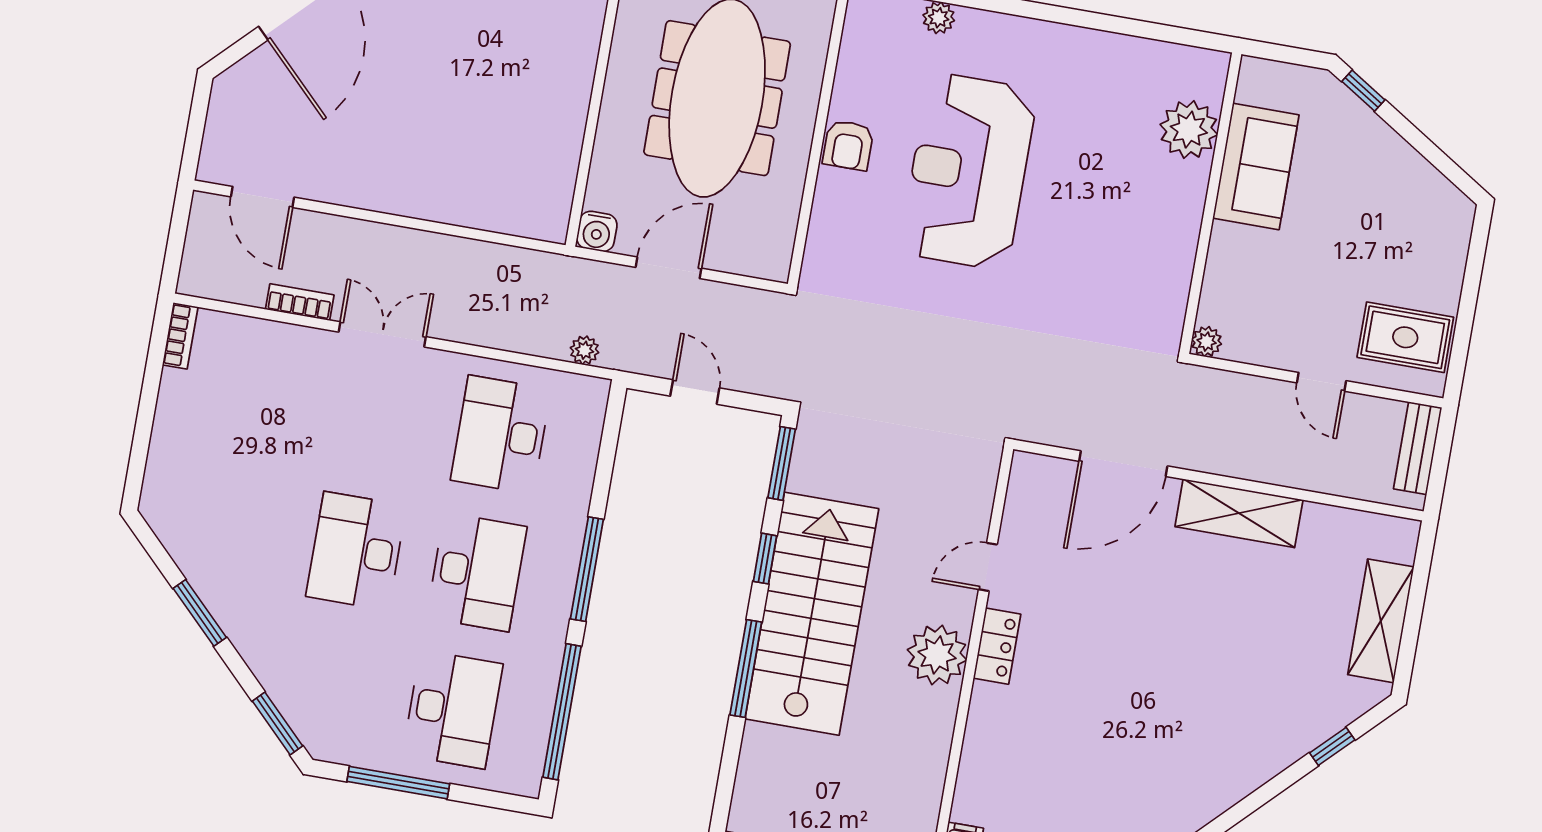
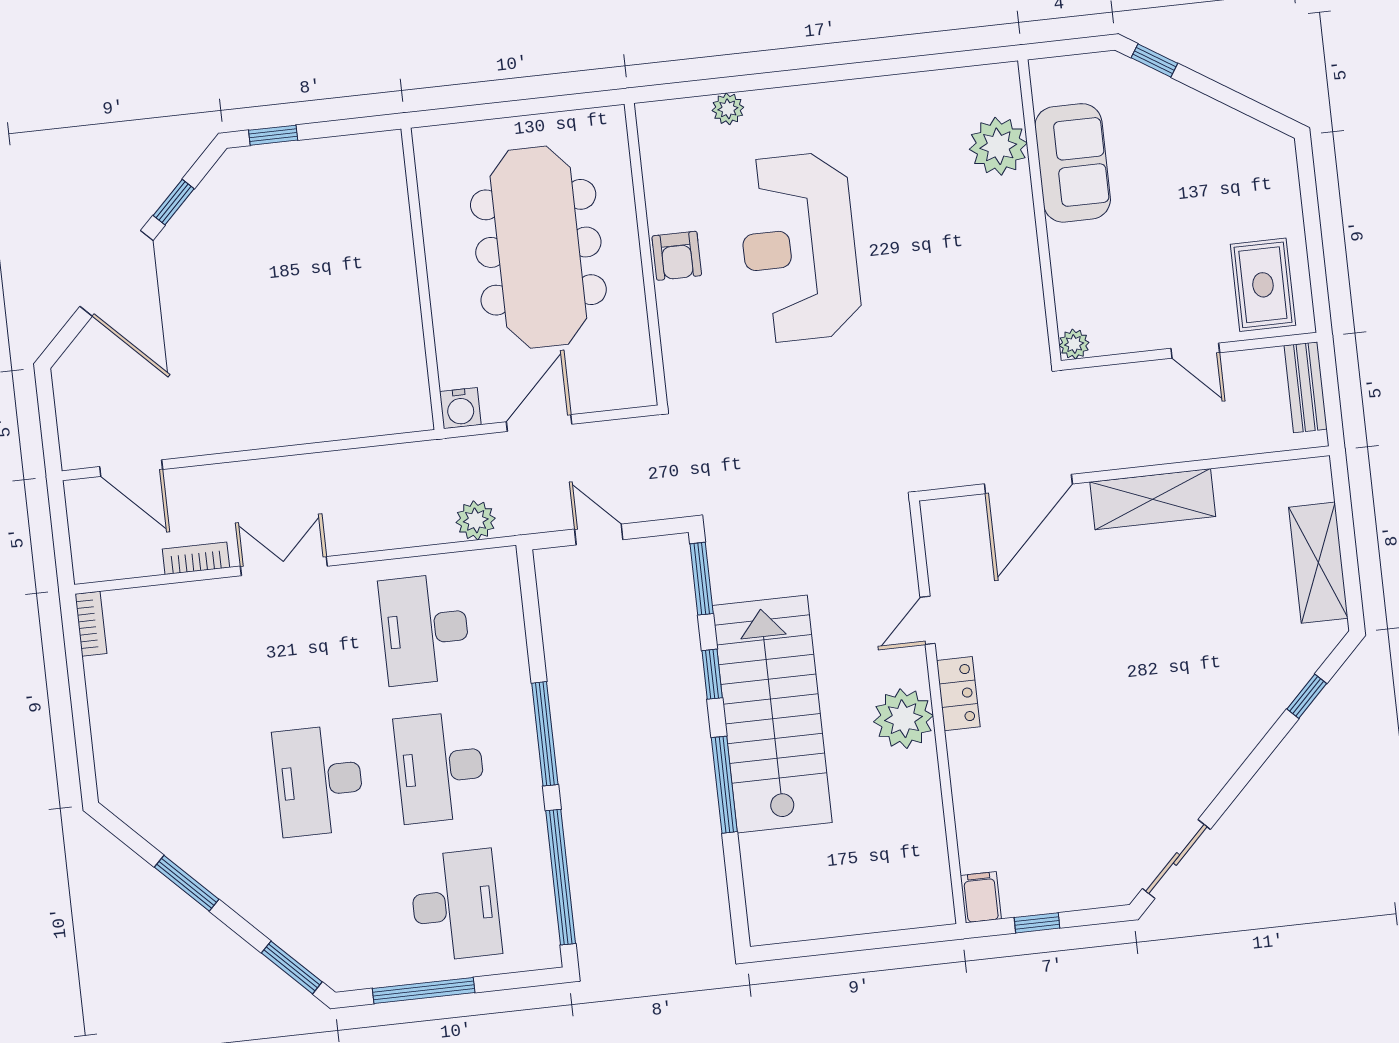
rug: (1405, 337) -> (1263, 285), turned 90
plant: (585, 350) -> (476, 520), width x1.38, depth x1.38
desk: (477, 572) -> (440, 767), turned 180

